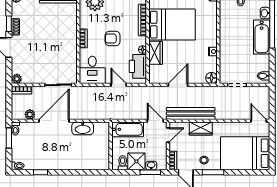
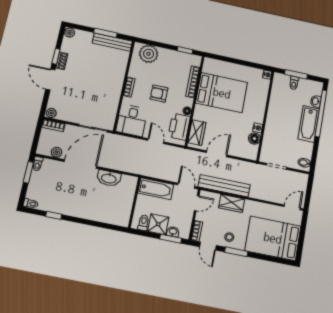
wardrobe: (156, 53) -> (197, 133), moved
floor lamp: (211, 78) -> (254, 139), moved
door: (259, 121) -> (292, 207), hinge flipped

